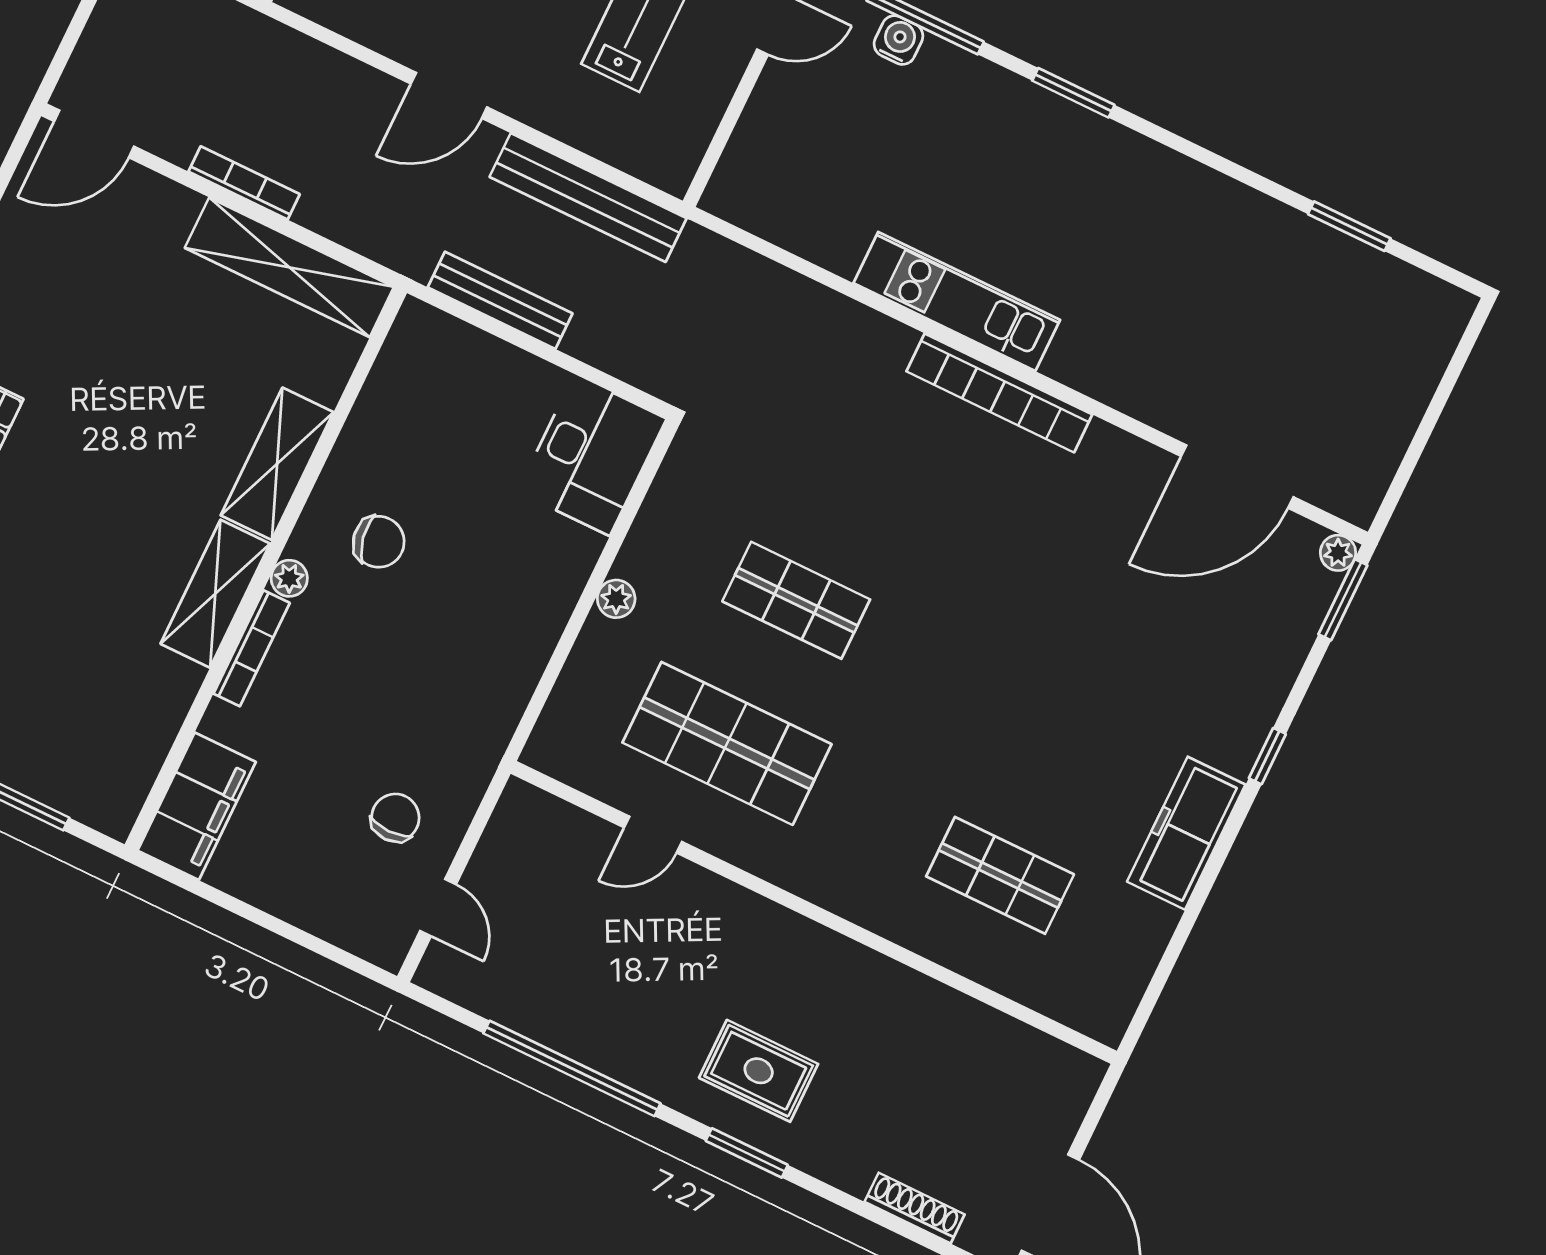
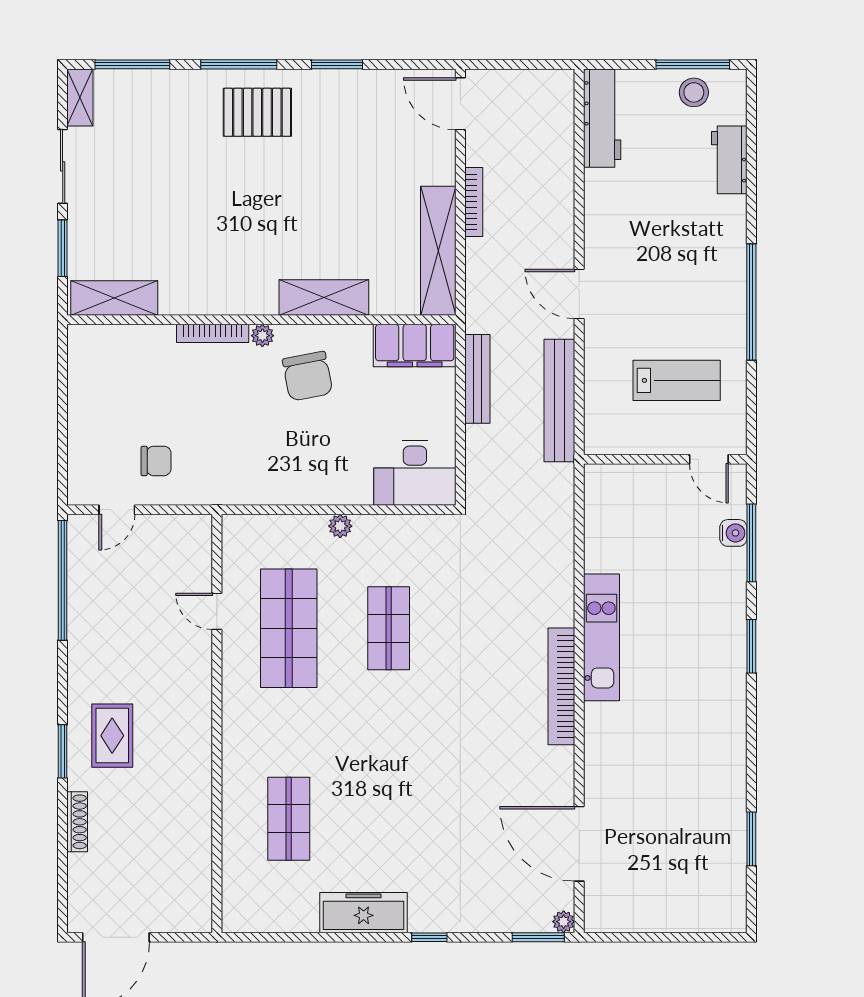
chair: (379, 542) -> (308, 376), width x1.37, depth x1.37
shelving: (215, 594) -> (114, 298), moved
filing cabinet: (197, 806) -> (415, 346), moved
window: (572, 1068) -> (63, 580), moved
shoe rack: (915, 1208) -> (77, 822), moved

